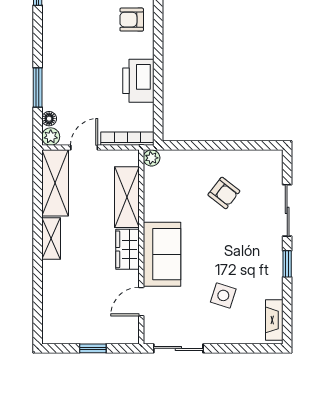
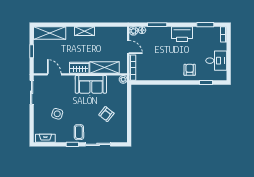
printer: (138, 81) -> (182, 34), moved, turned 180
shelving: (55, 183) -> (50, 33), moved
coffee table: (261, 250) -> (79, 132), added
sofa: (162, 254) -> (91, 84), moved

